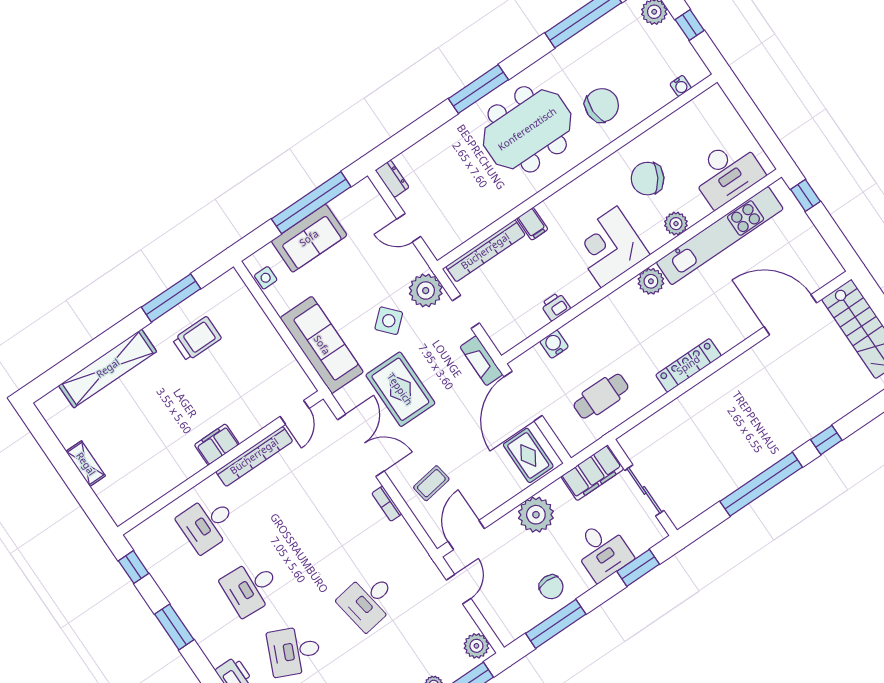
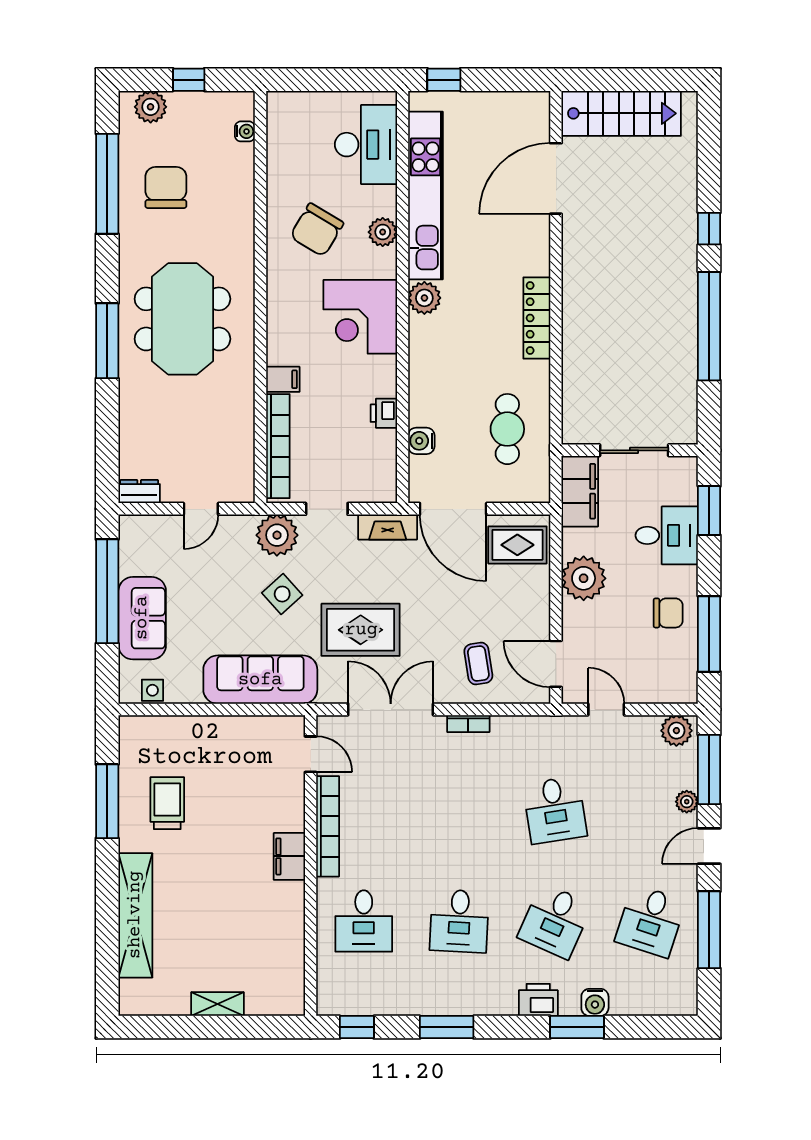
chair: (602, 105) -> (166, 188), moved

